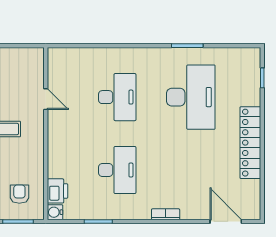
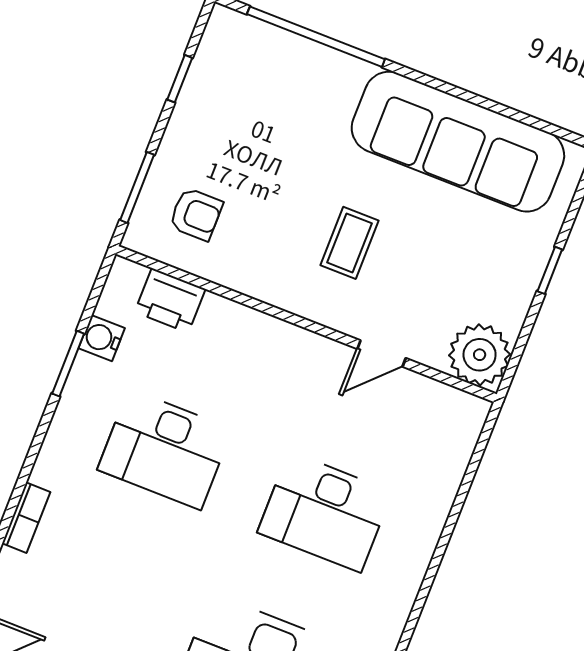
plant: (31, 60) -> (480, 355), added
water cooler: (55, 212) -> (102, 338), moved, turned -90

